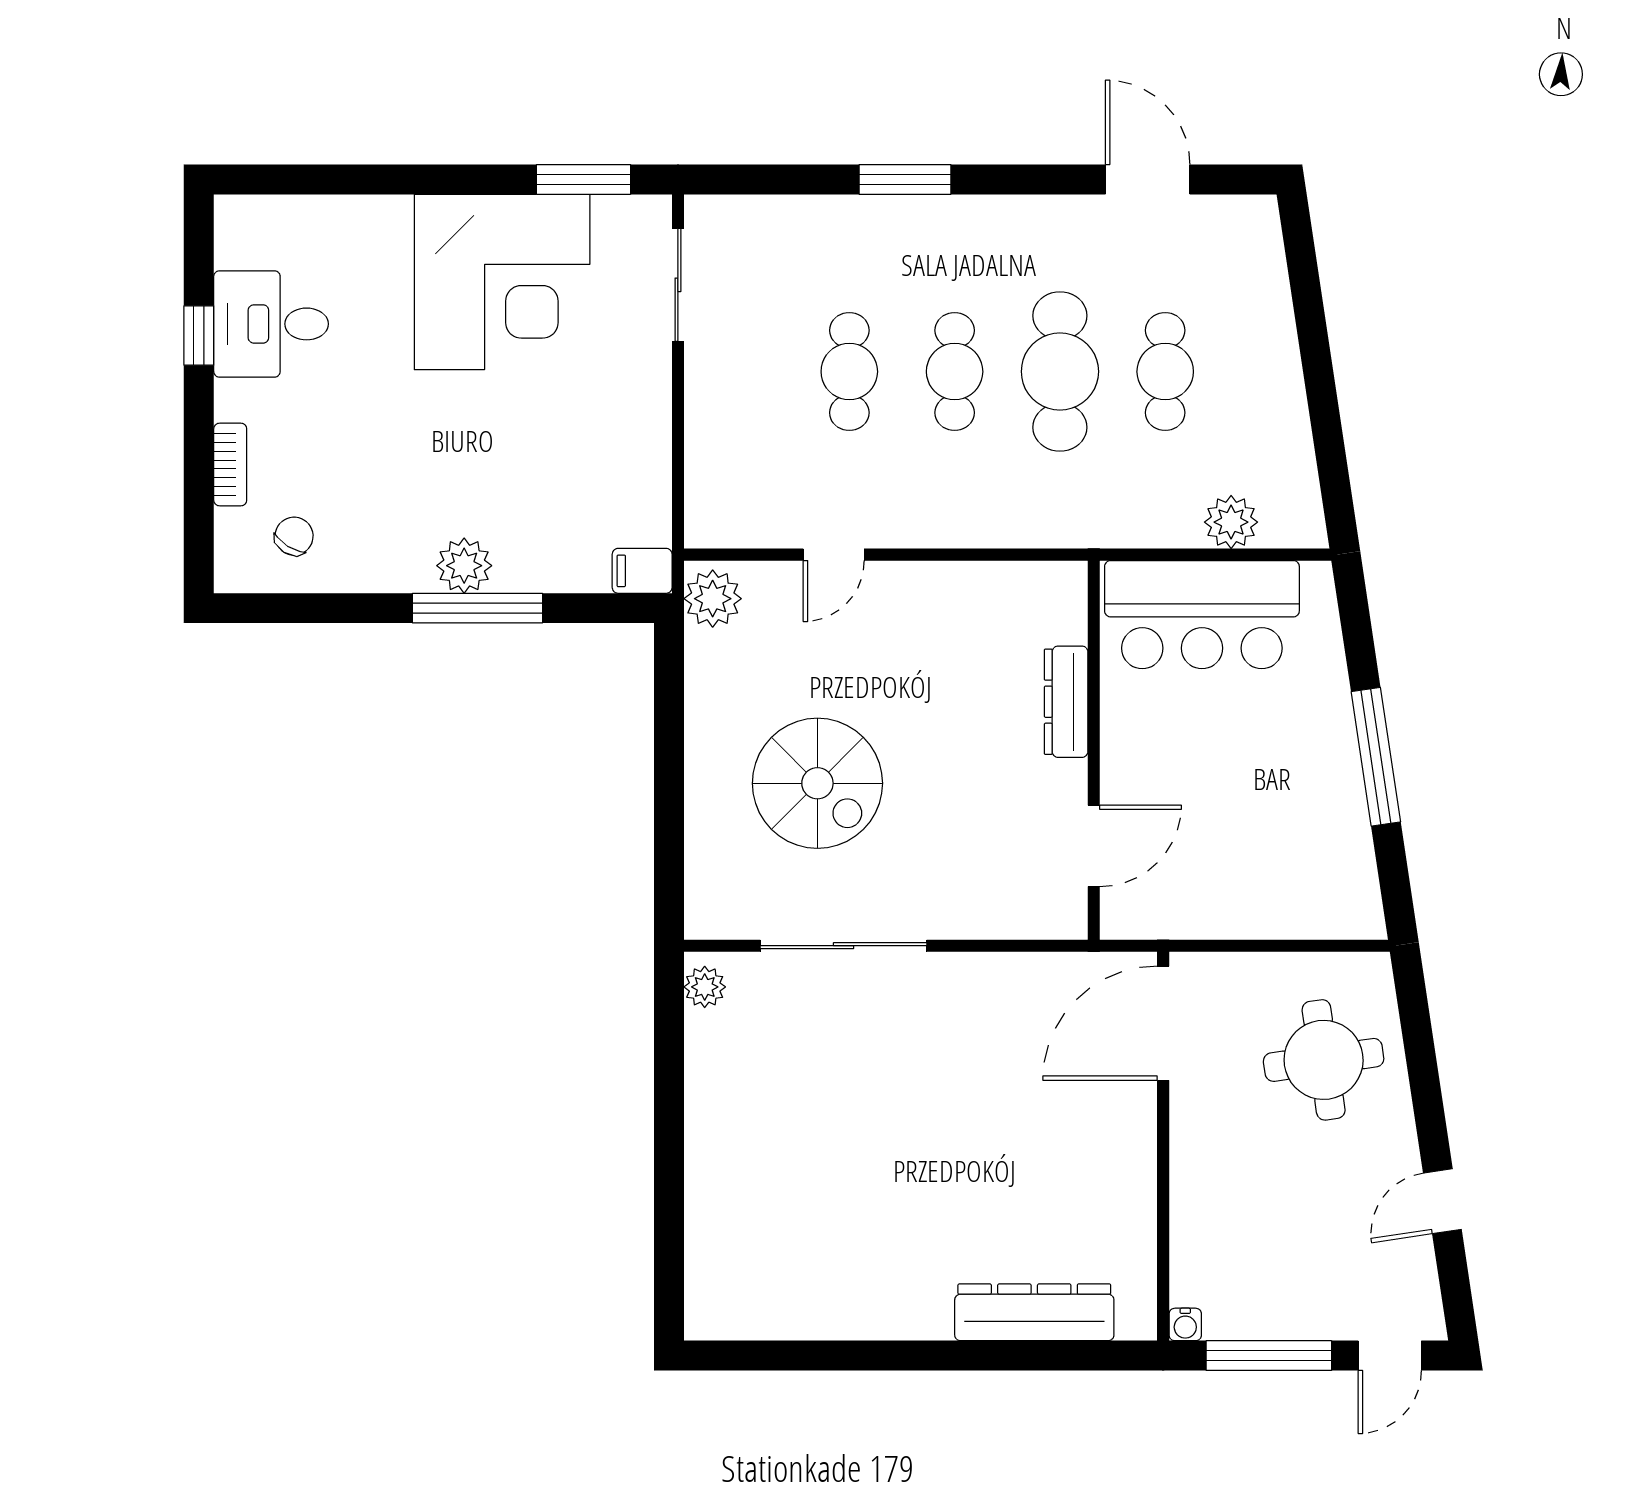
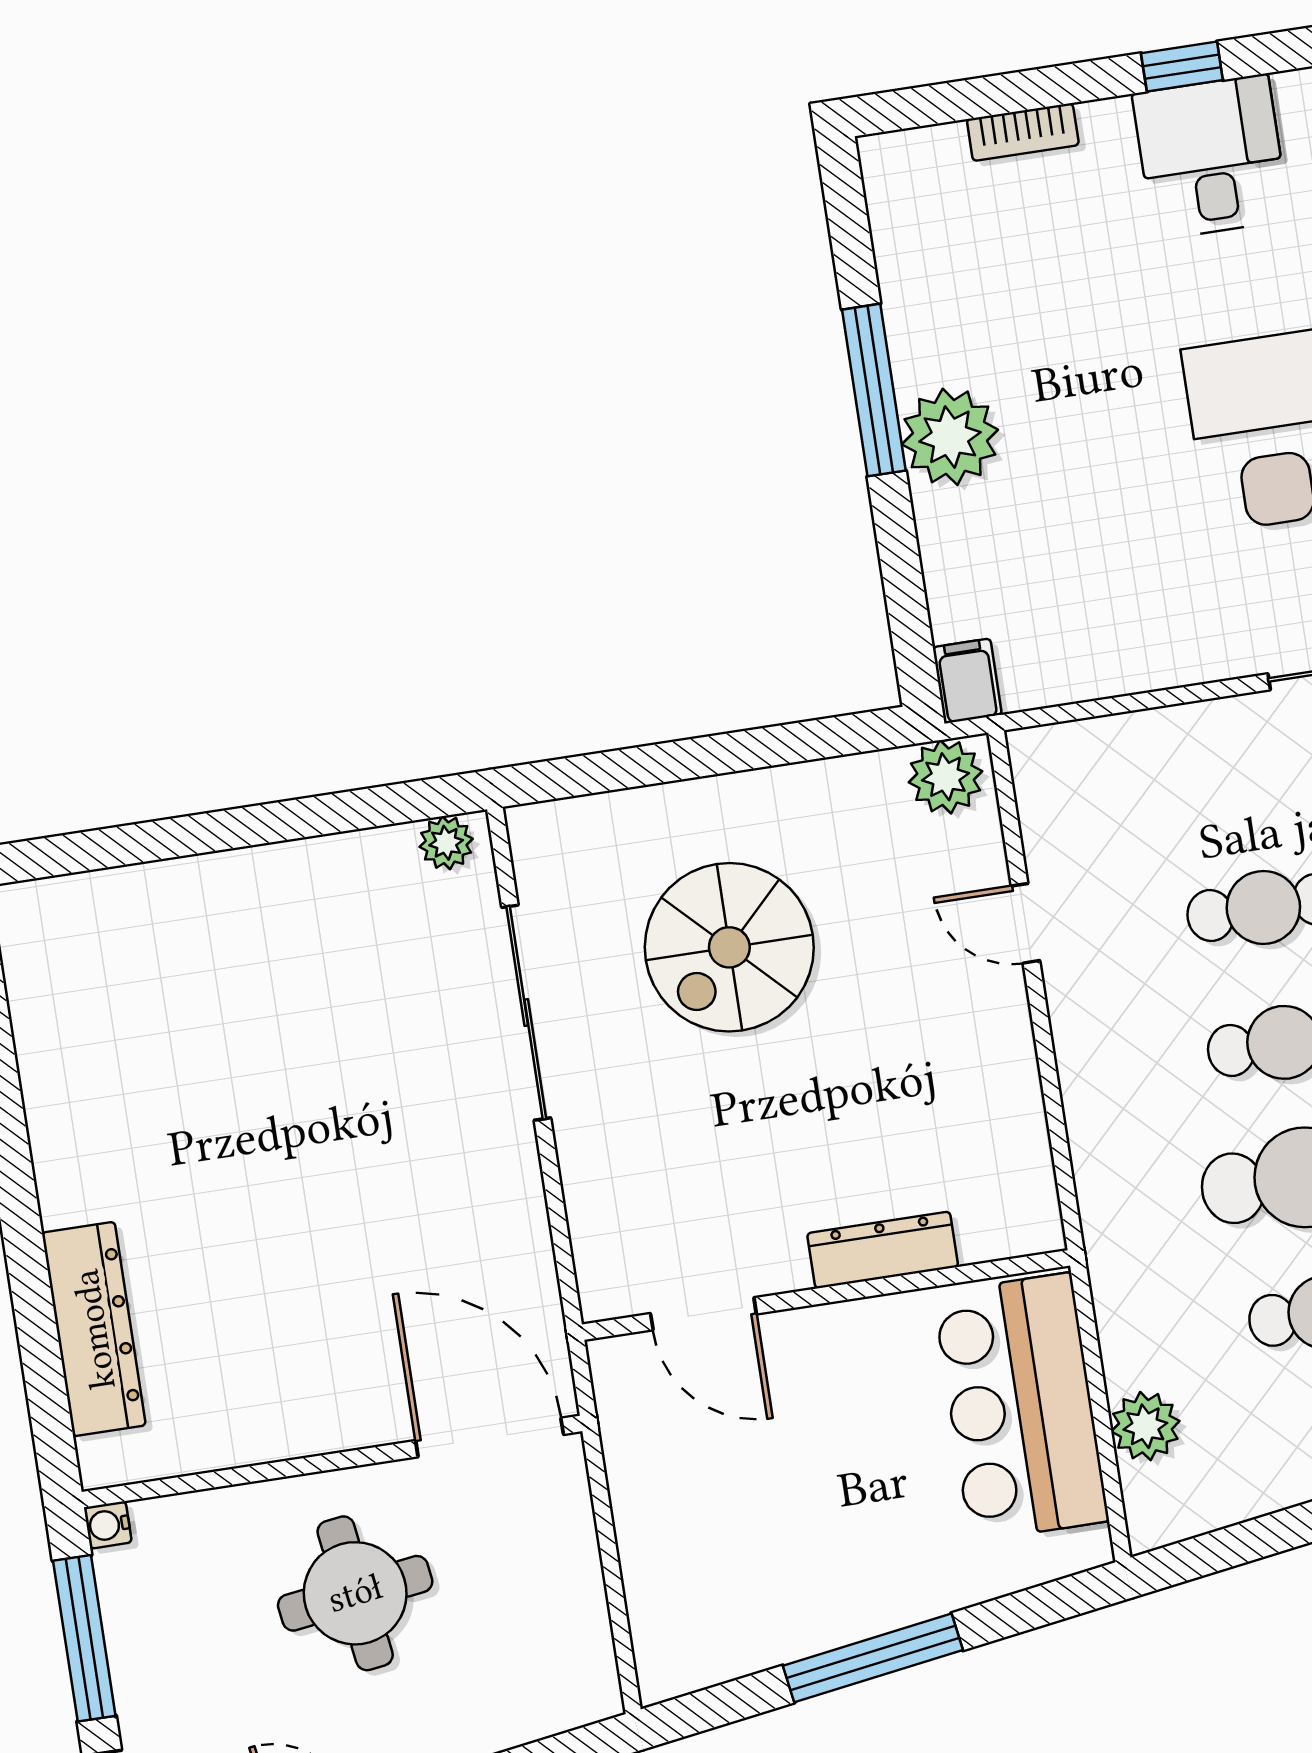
chair: (294, 536) -> (943, 228), removed
plant: (464, 566) -> (950, 437), width x1.36, depth x1.36
window: (477, 608) -> (874, 390), moved
round table: (1324, 1060) -> (355, 1593), moved

